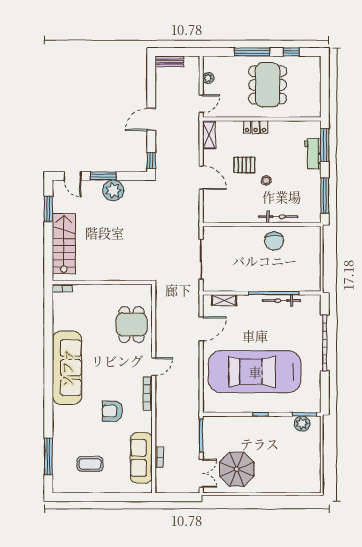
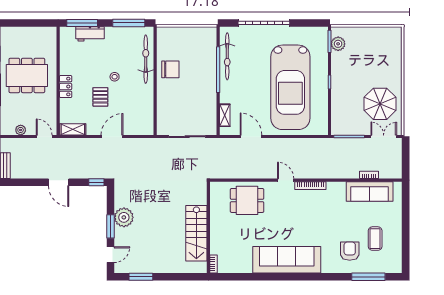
bicycle: (278, 217) -> (146, 59), width x1.37, depth x1.40
stairs: (64, 243) -> (196, 233), moved, turned -90
bicycle: (281, 301) -> (227, 56), width x1.37, depth x1.40
armchair: (112, 411) -> (350, 251), moved, turned 180

